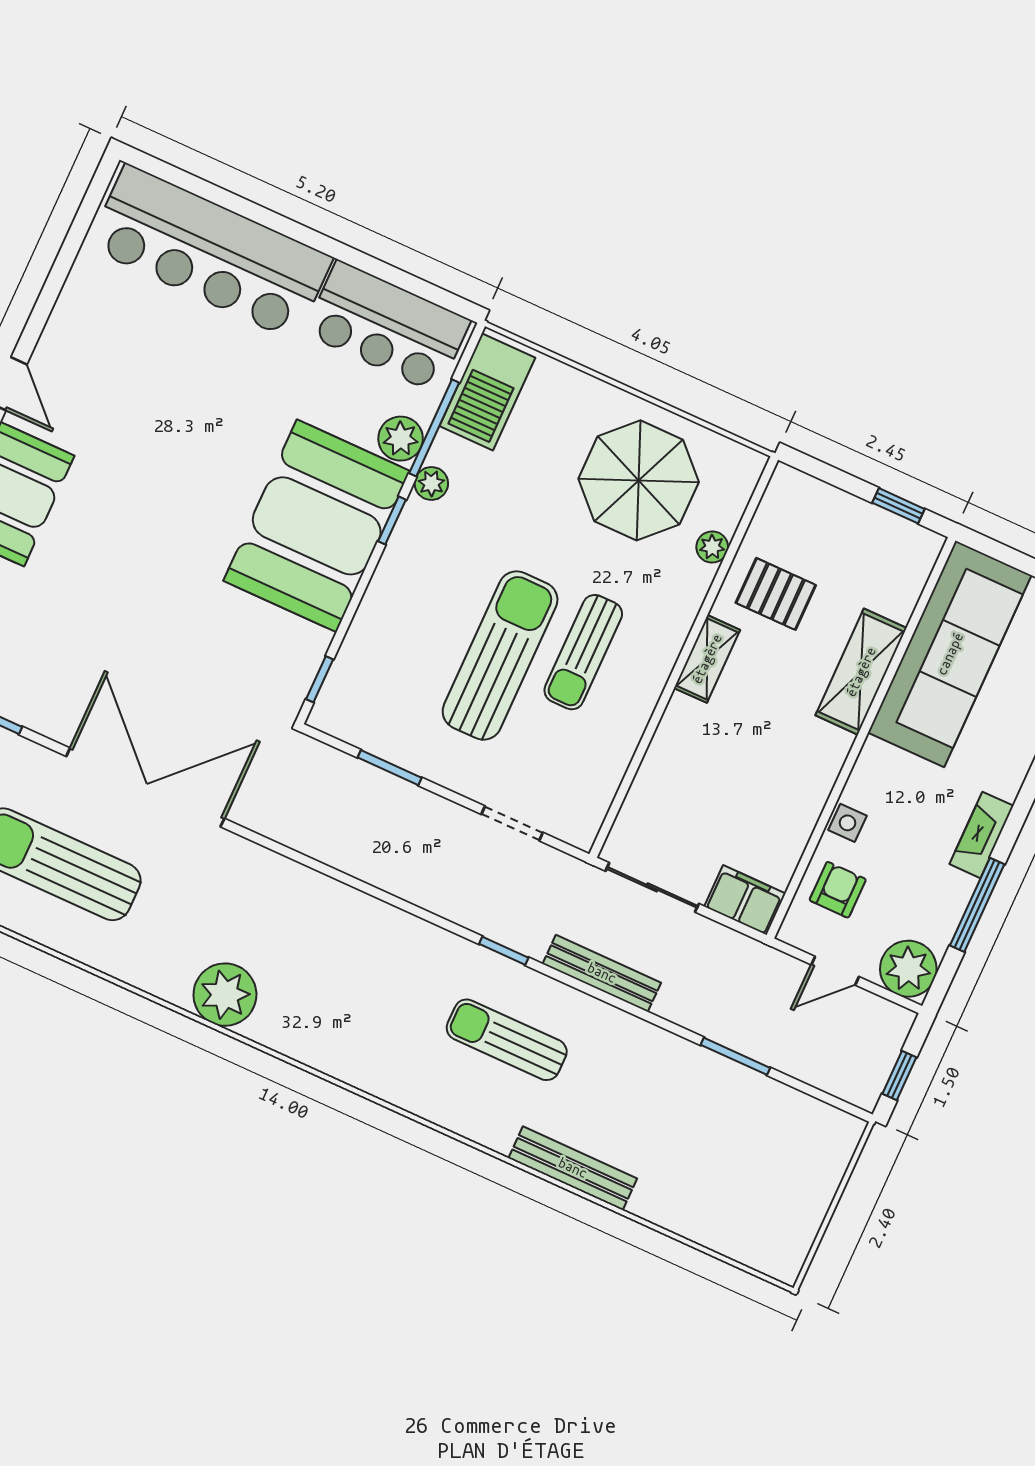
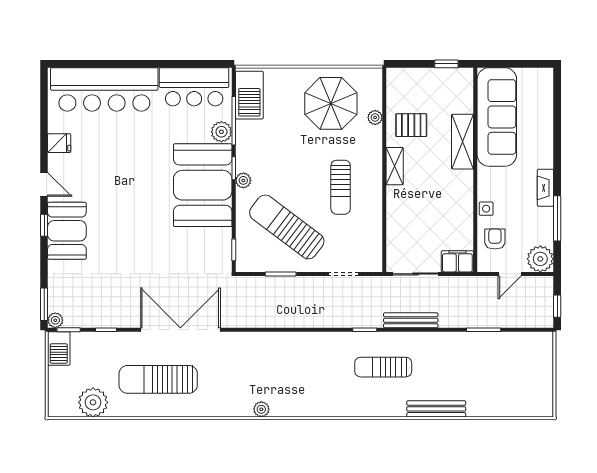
fridge: (75, 317) -> (59, 143), added
plant: (431, 484) -> (243, 180), moved
sun lounger: (500, 656) -> (287, 227), moved, turned -53
plant: (225, 995) -> (261, 409), width x0.53, depth x0.53

